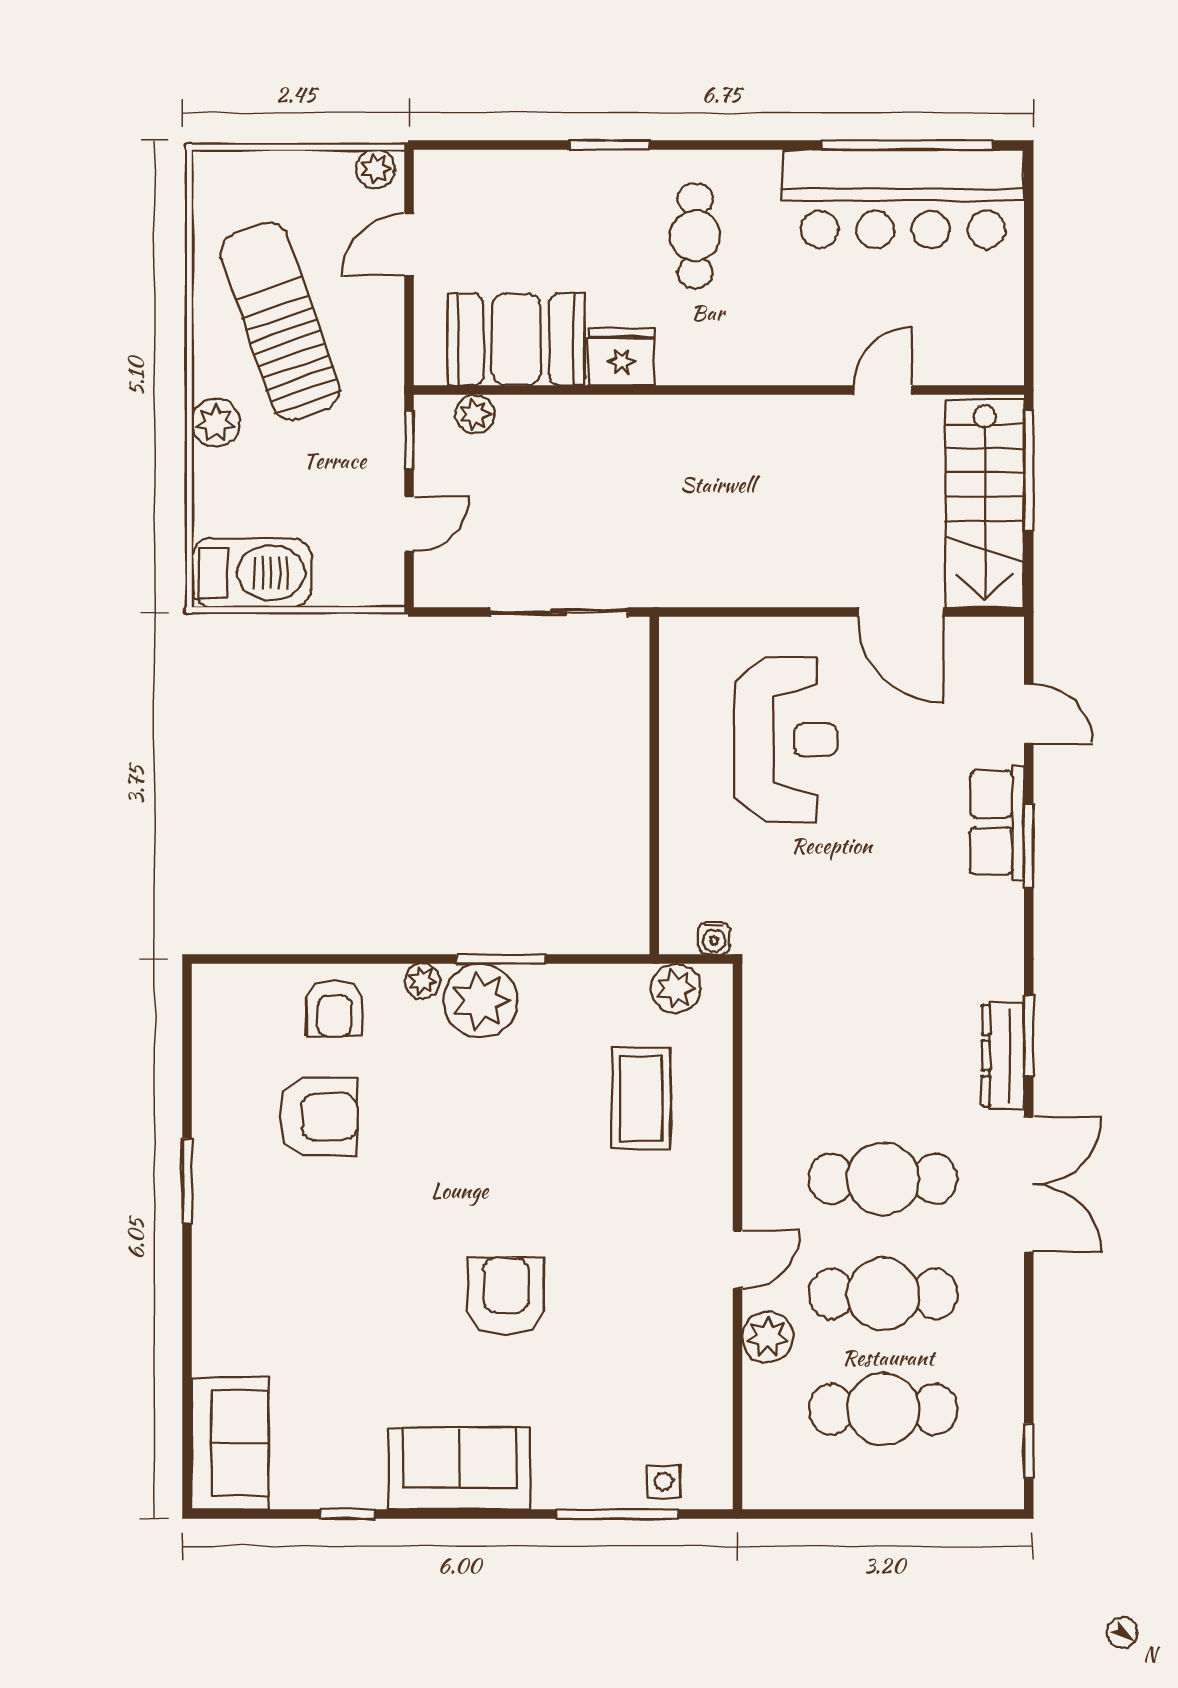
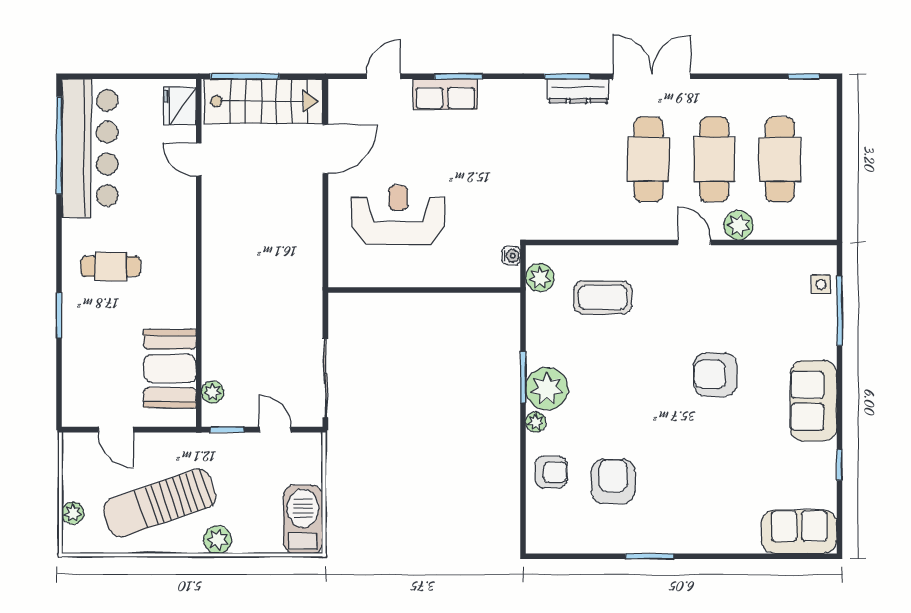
plant: (376, 169) -> (73, 513), moved
fridge: (622, 357) -> (180, 106), moved
sliding door: (559, 612) -> (325, 378), moved

